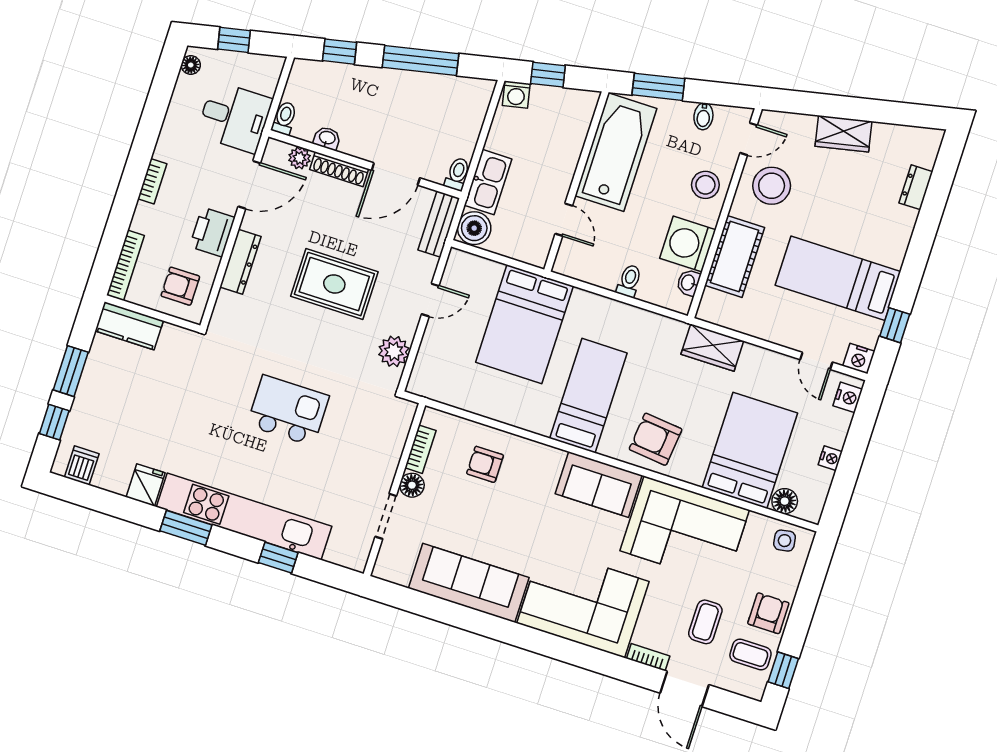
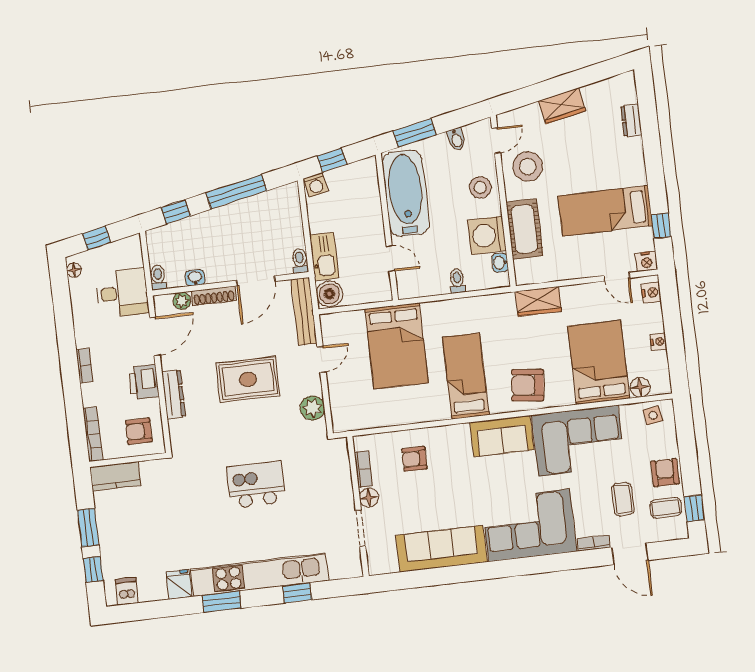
bench: (439, 224) -> (304, 311), width x1.36

